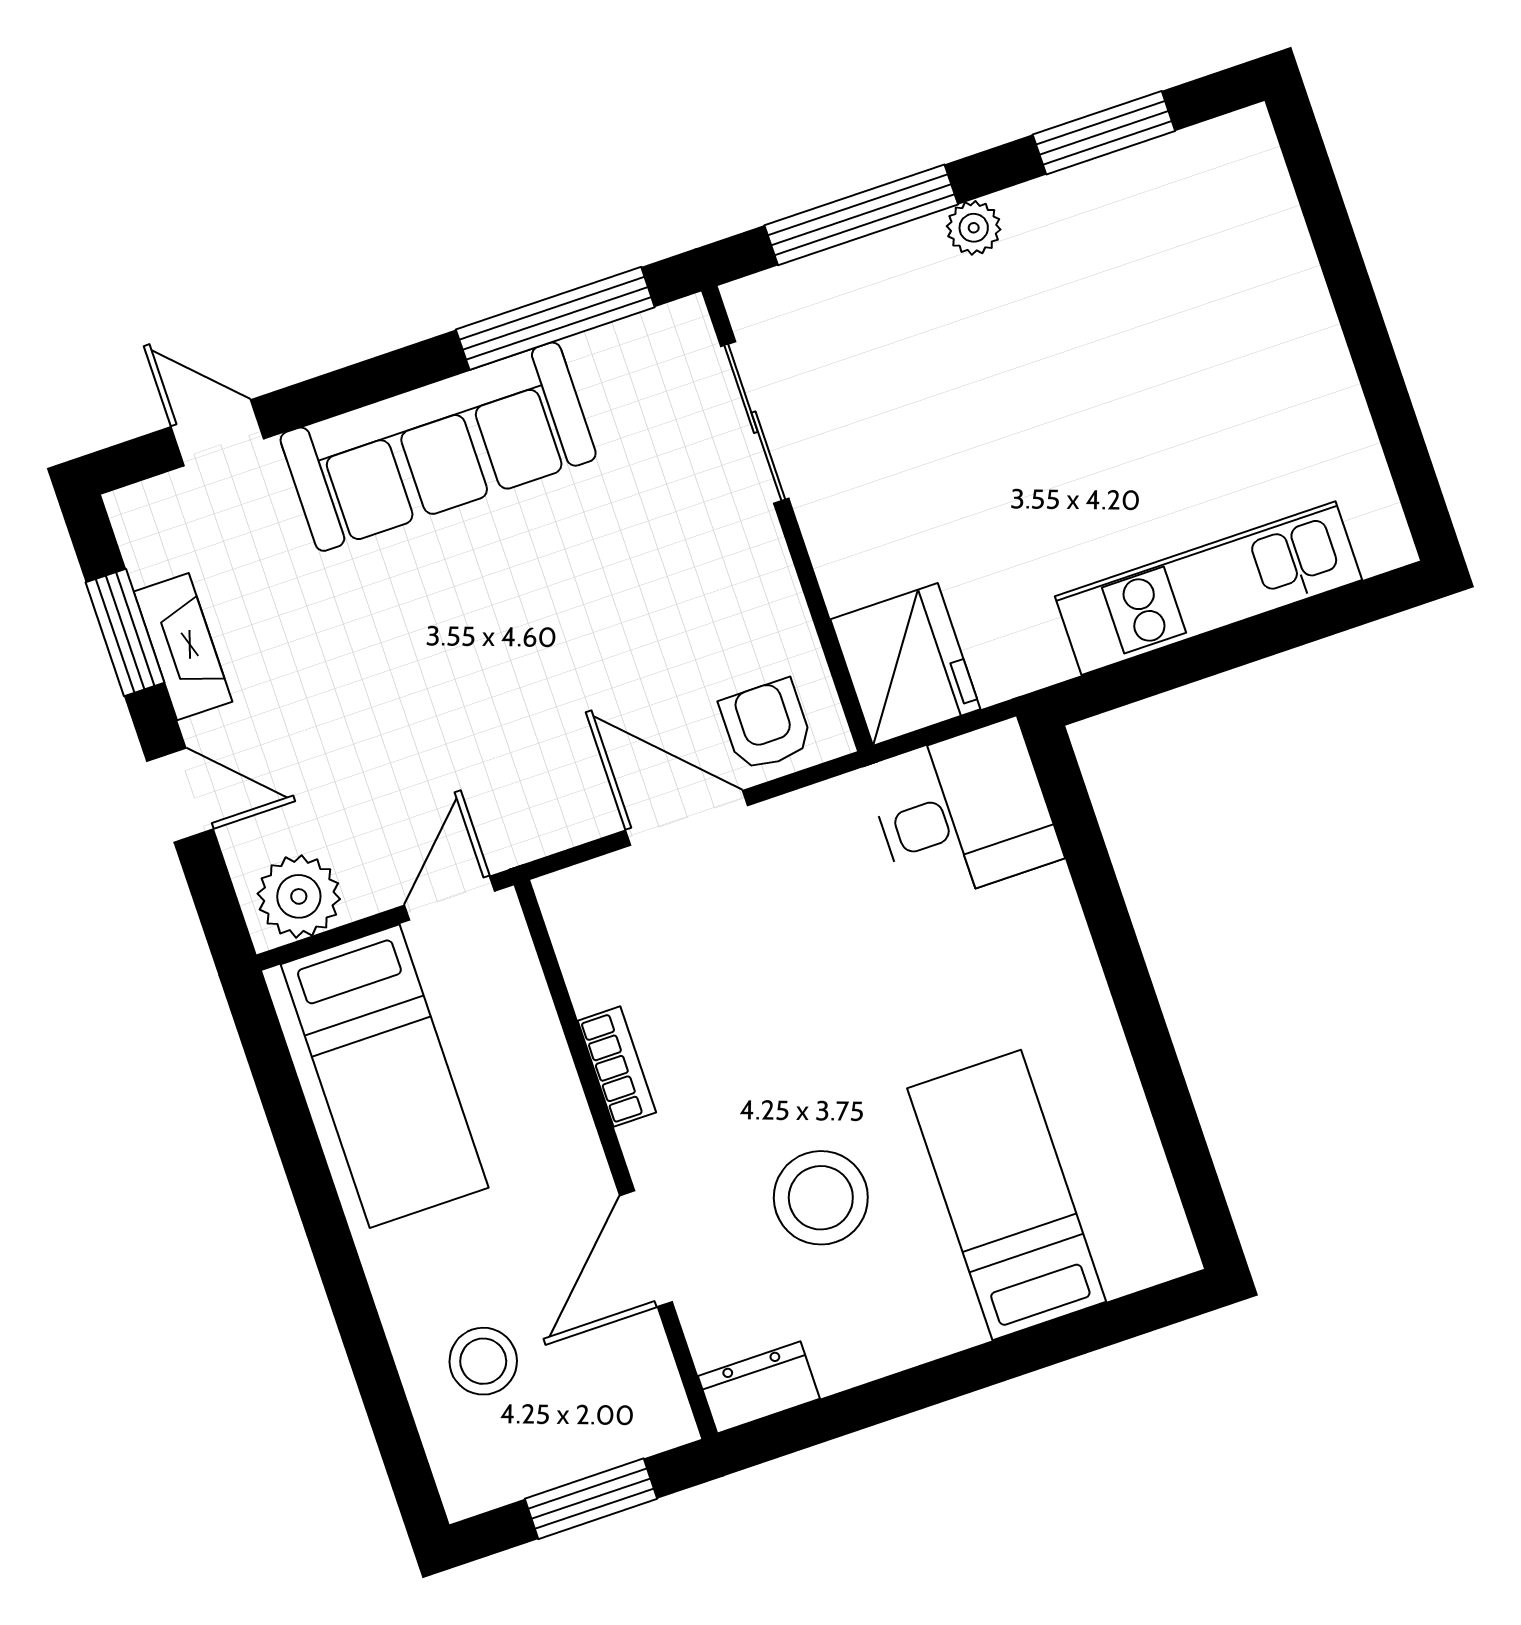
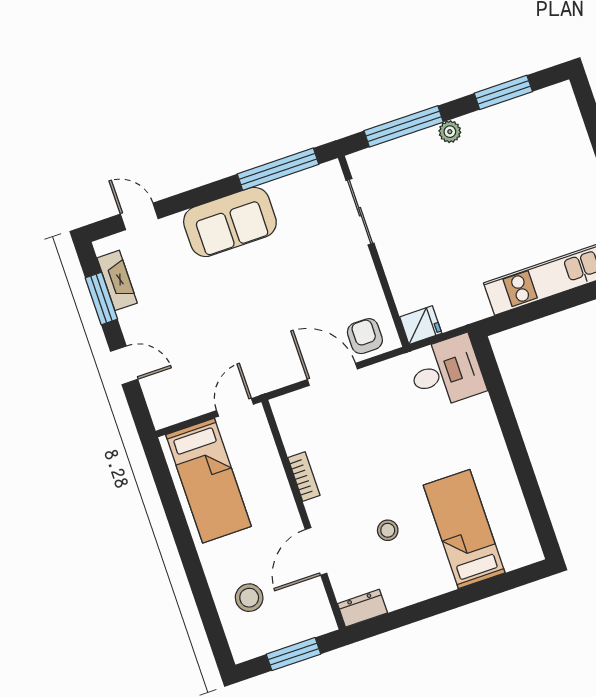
sofa: (438, 447) -> (230, 222), width x0.73
fireplace: (183, 647) -> (117, 280), moved
fridge: (905, 664) -> (421, 325), width x0.53, depth x0.75
plant: (299, 896) -> (173, 407), removed
stool: (821, 1198) -> (388, 530), width x0.53, depth x0.53

